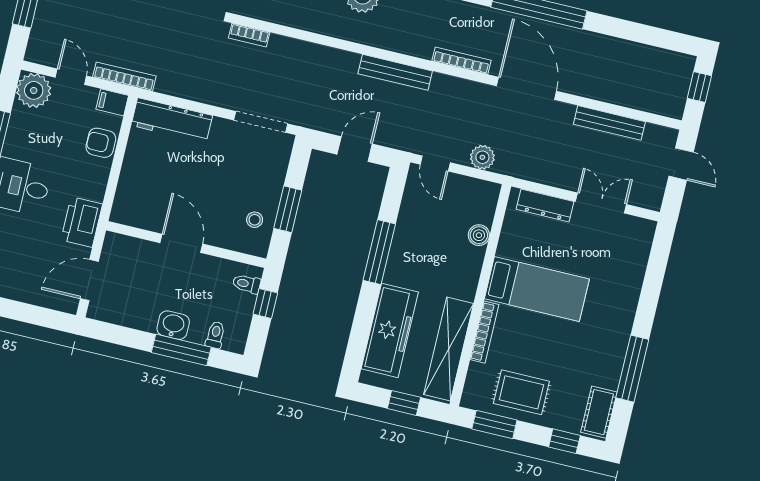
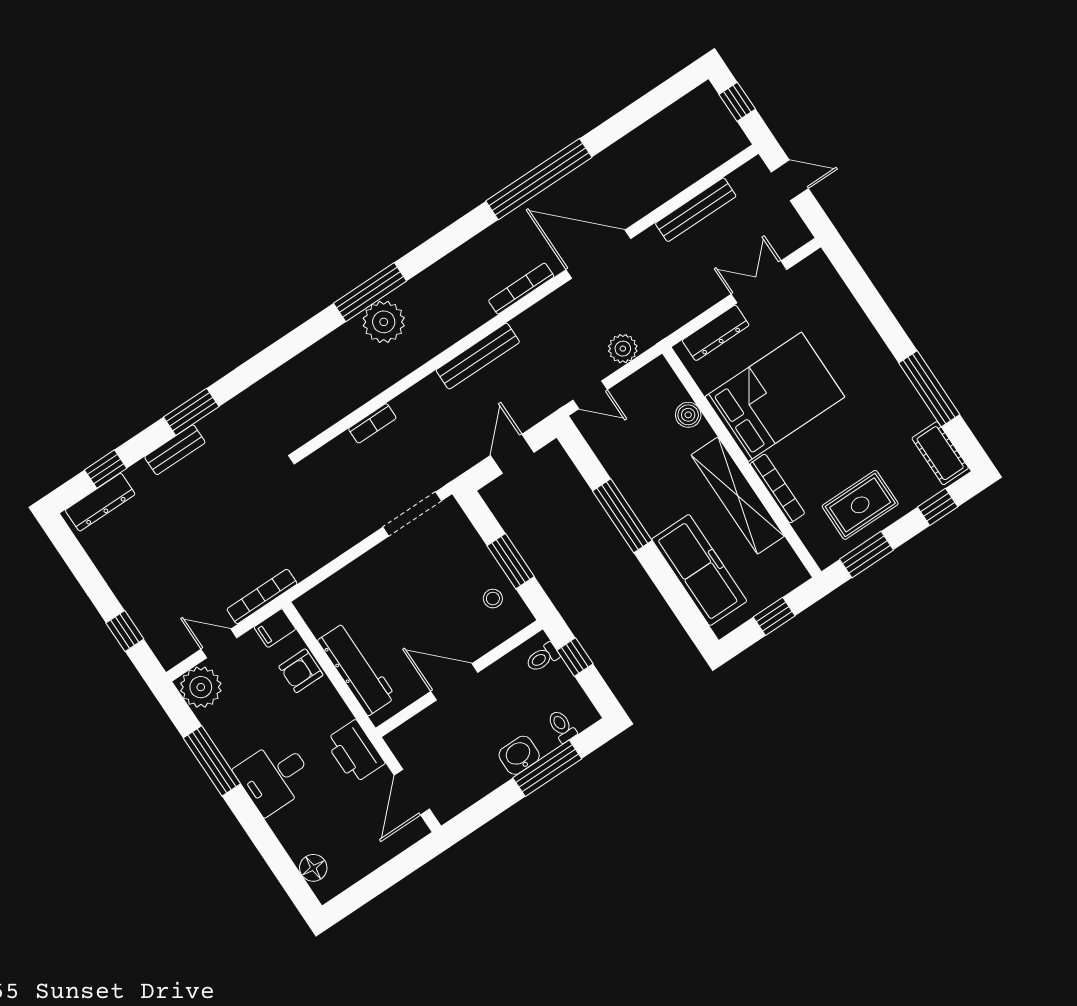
bookcase: (249, 35) -> (372, 423), moved
workbench: (172, 120) -> (357, 669), moved, turned -90
bed: (537, 289) -> (775, 397), width x1.50
shelving: (449, 349) -> (738, 496), moved

